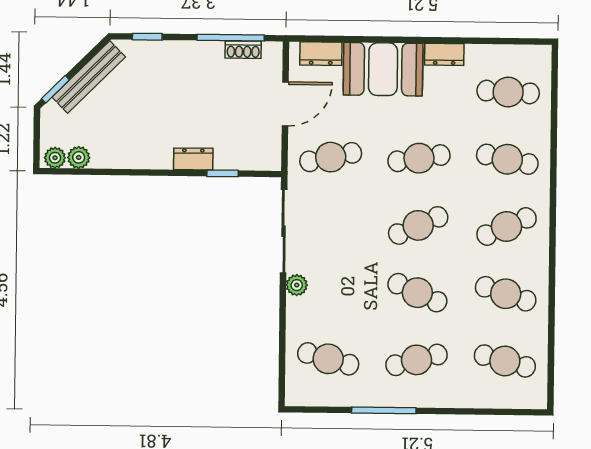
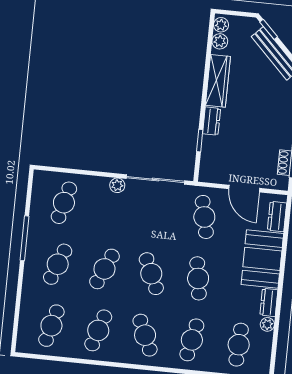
plant: (476, 54) -> (267, 324), added
wardrobe: (135, 155) -> (218, 81), added
cafe table: (417, 360) -> (58, 264), turned 36

